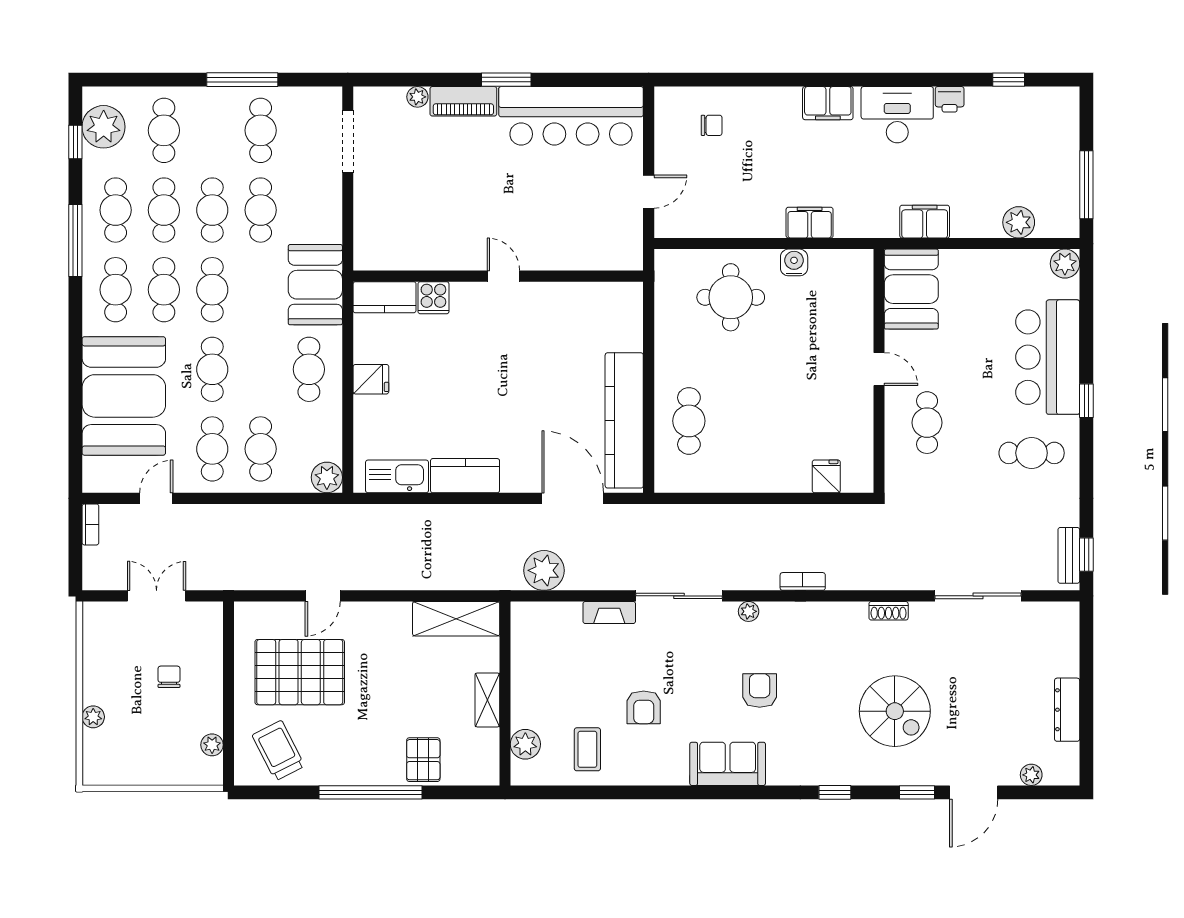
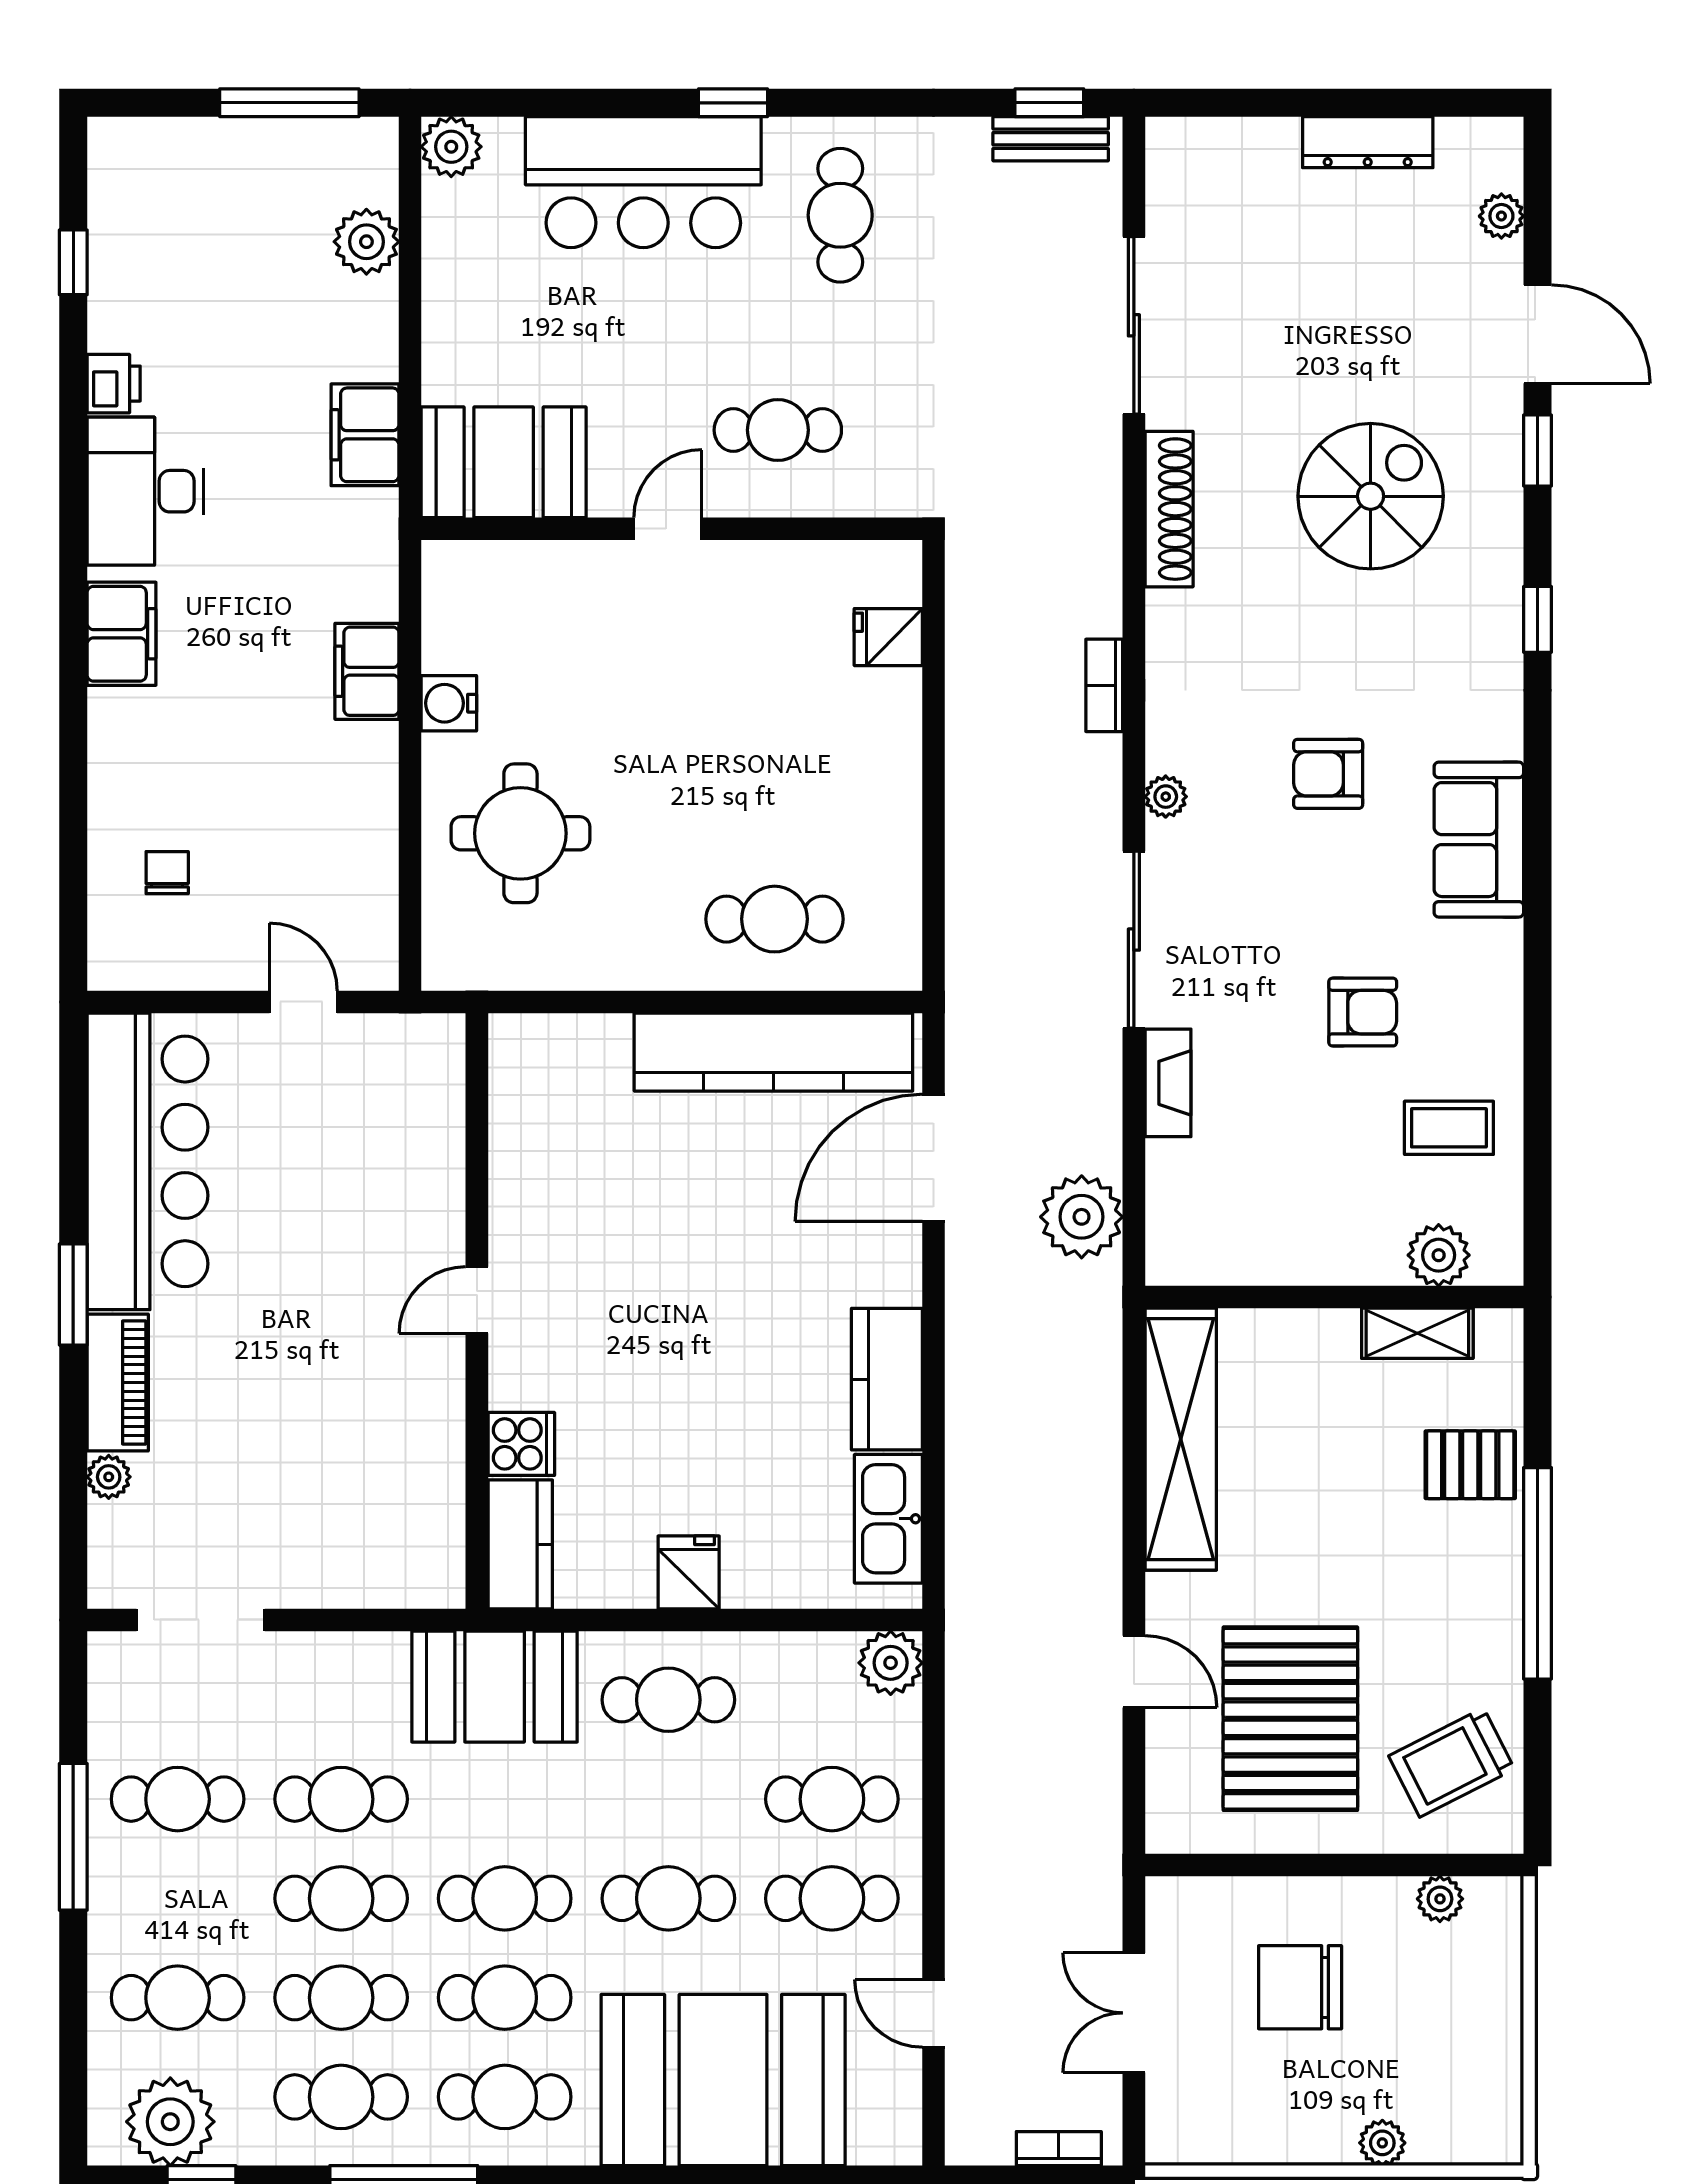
bookcase: (90, 524) -> (1059, 2149), moved
shoe rack: (889, 611) -> (1169, 509), width x1.94, depth x1.24
shelving: (456, 619) -> (1181, 1439), width x1.47
chair: (169, 677) -> (1300, 1987), width x1.87, depth x1.87
shelving: (487, 700) -> (1417, 1333), moved

